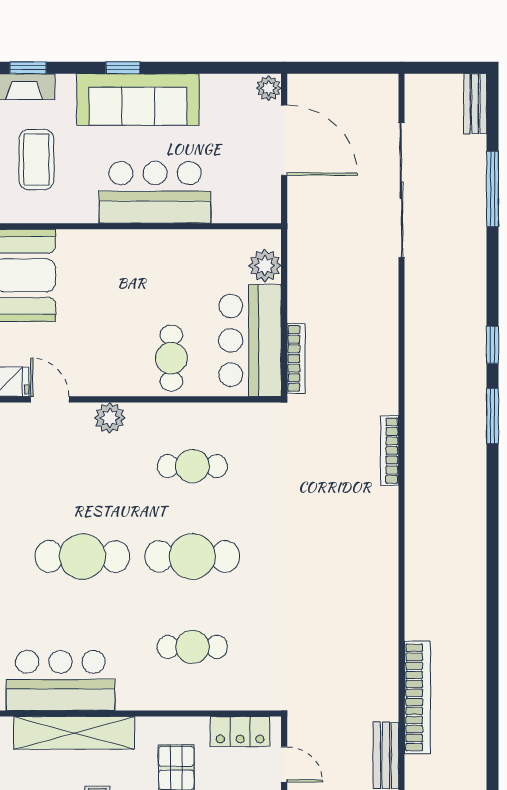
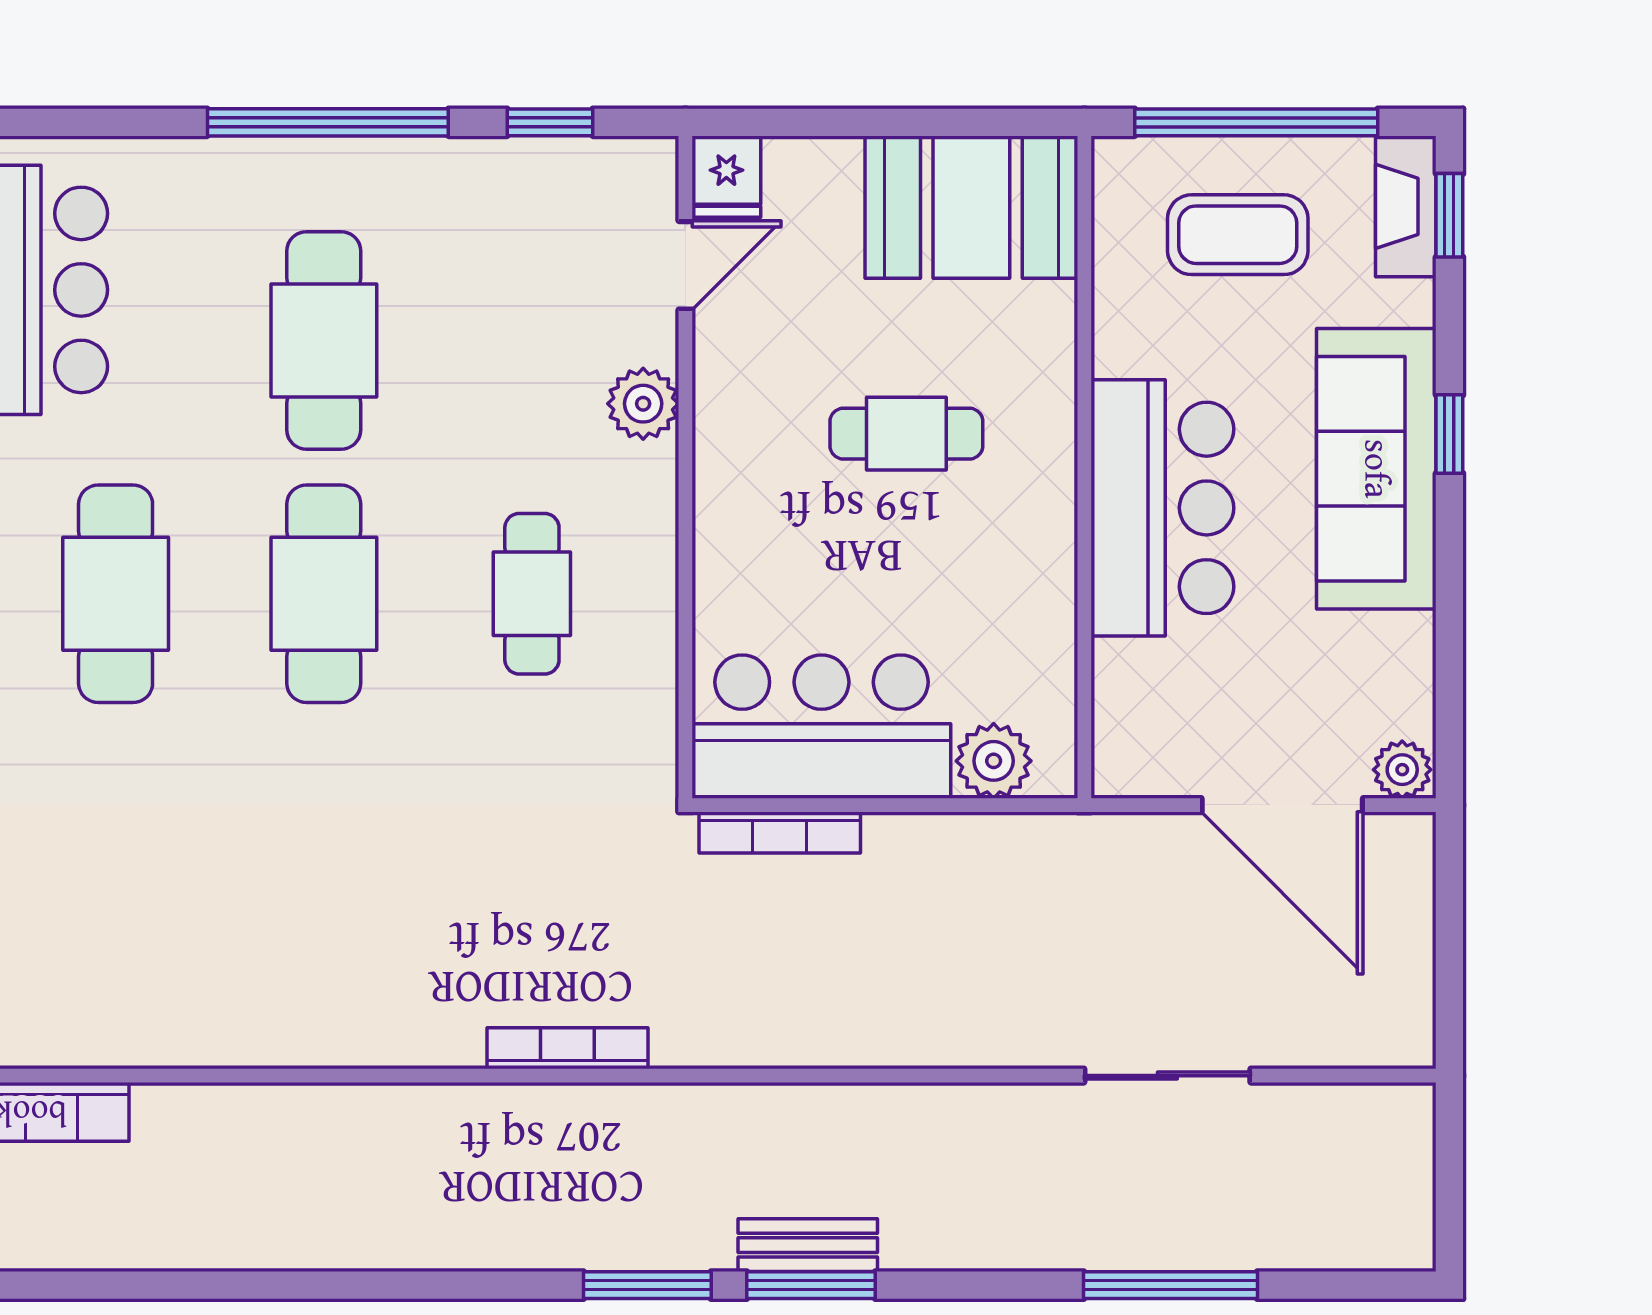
bench: (475, 104) -> (808, 1245), moved
door: (284, 140) -> (1282, 805), hinge flipped
sliding door: (402, 190) -> (1167, 1076), width x0.54
window: (493, 345) -> (811, 1285), width x1.50
cafe table: (171, 358) -> (906, 434), moved
cafe table: (192, 647) -> (116, 594), width x1.37, depth x1.35

